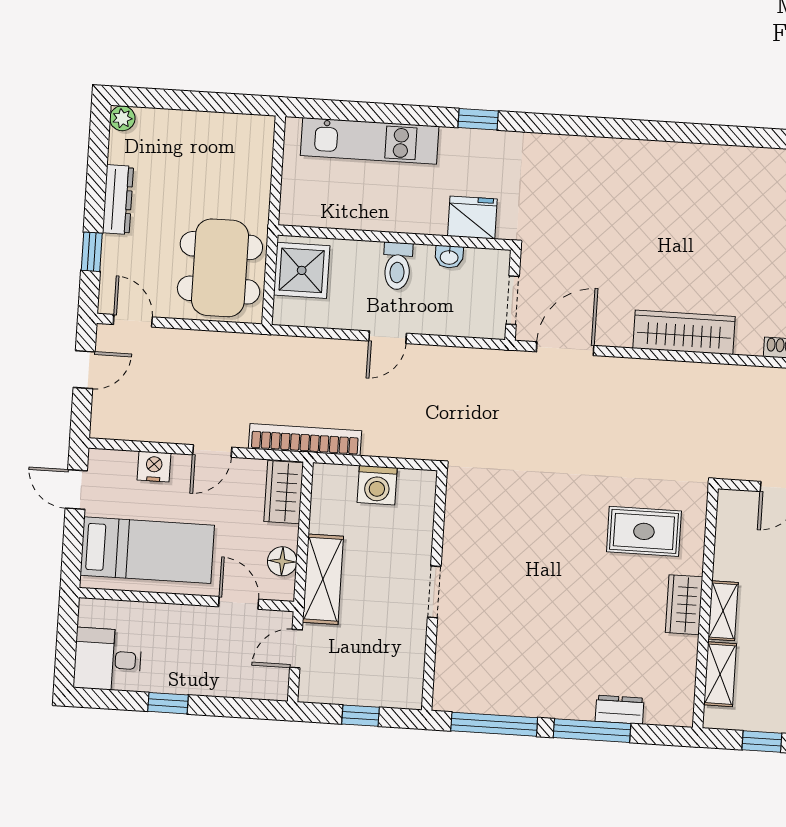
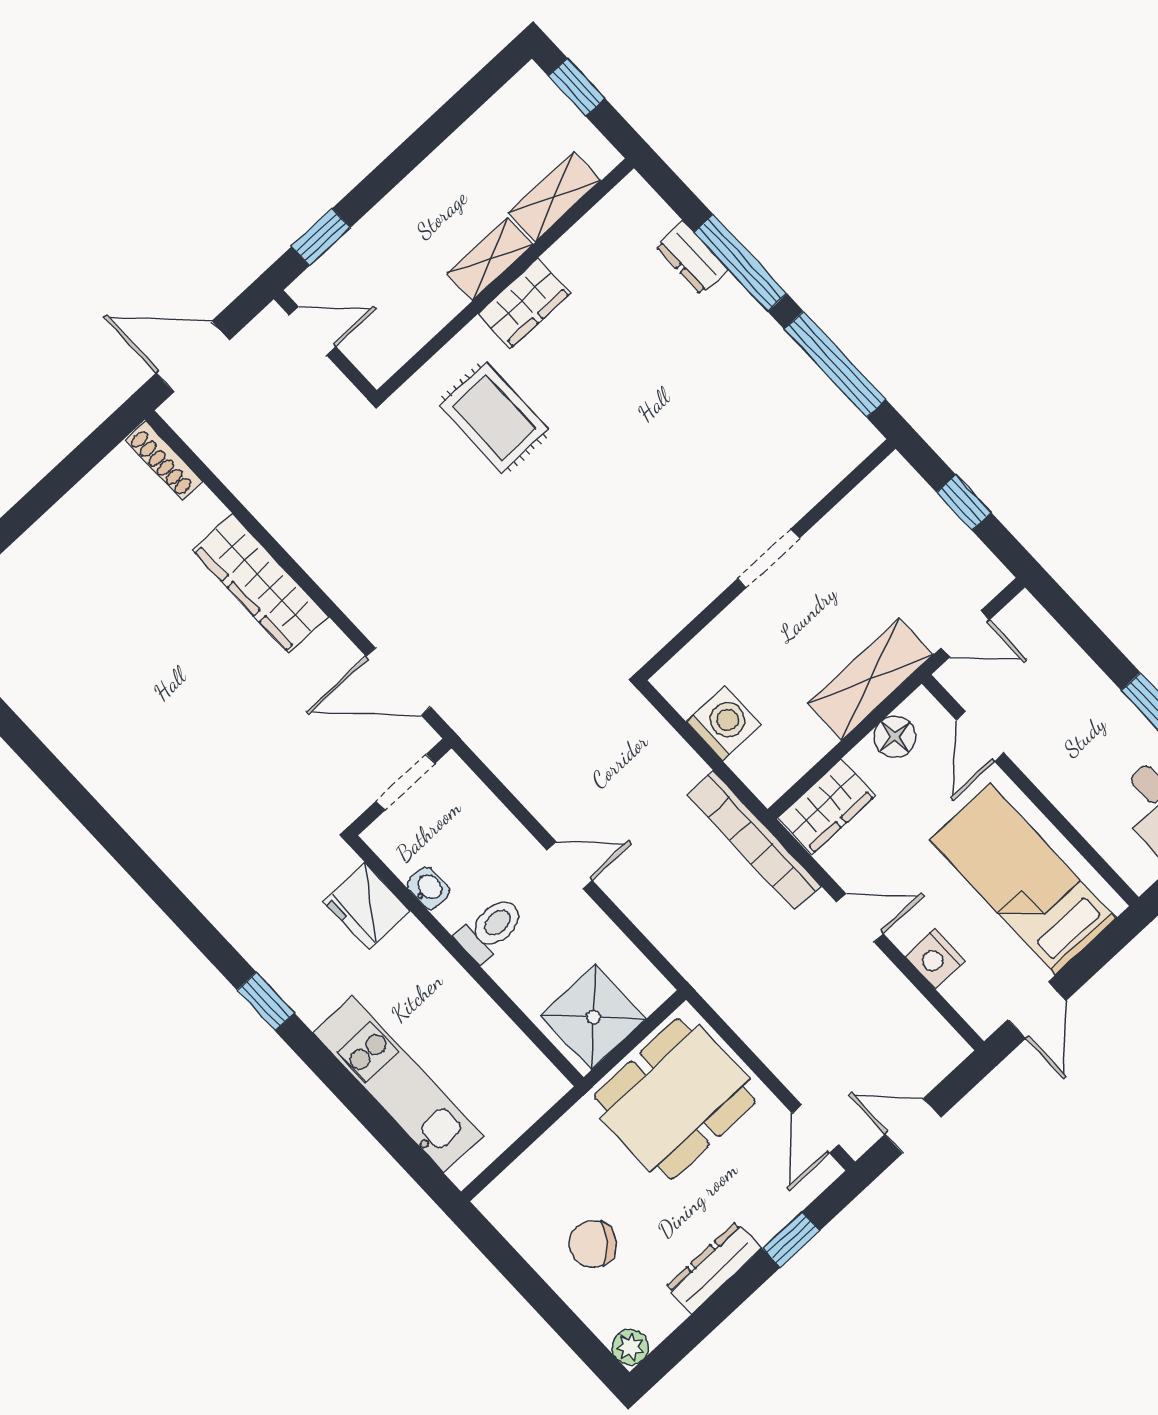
chair: (192, 153) -> (593, 1244), added

